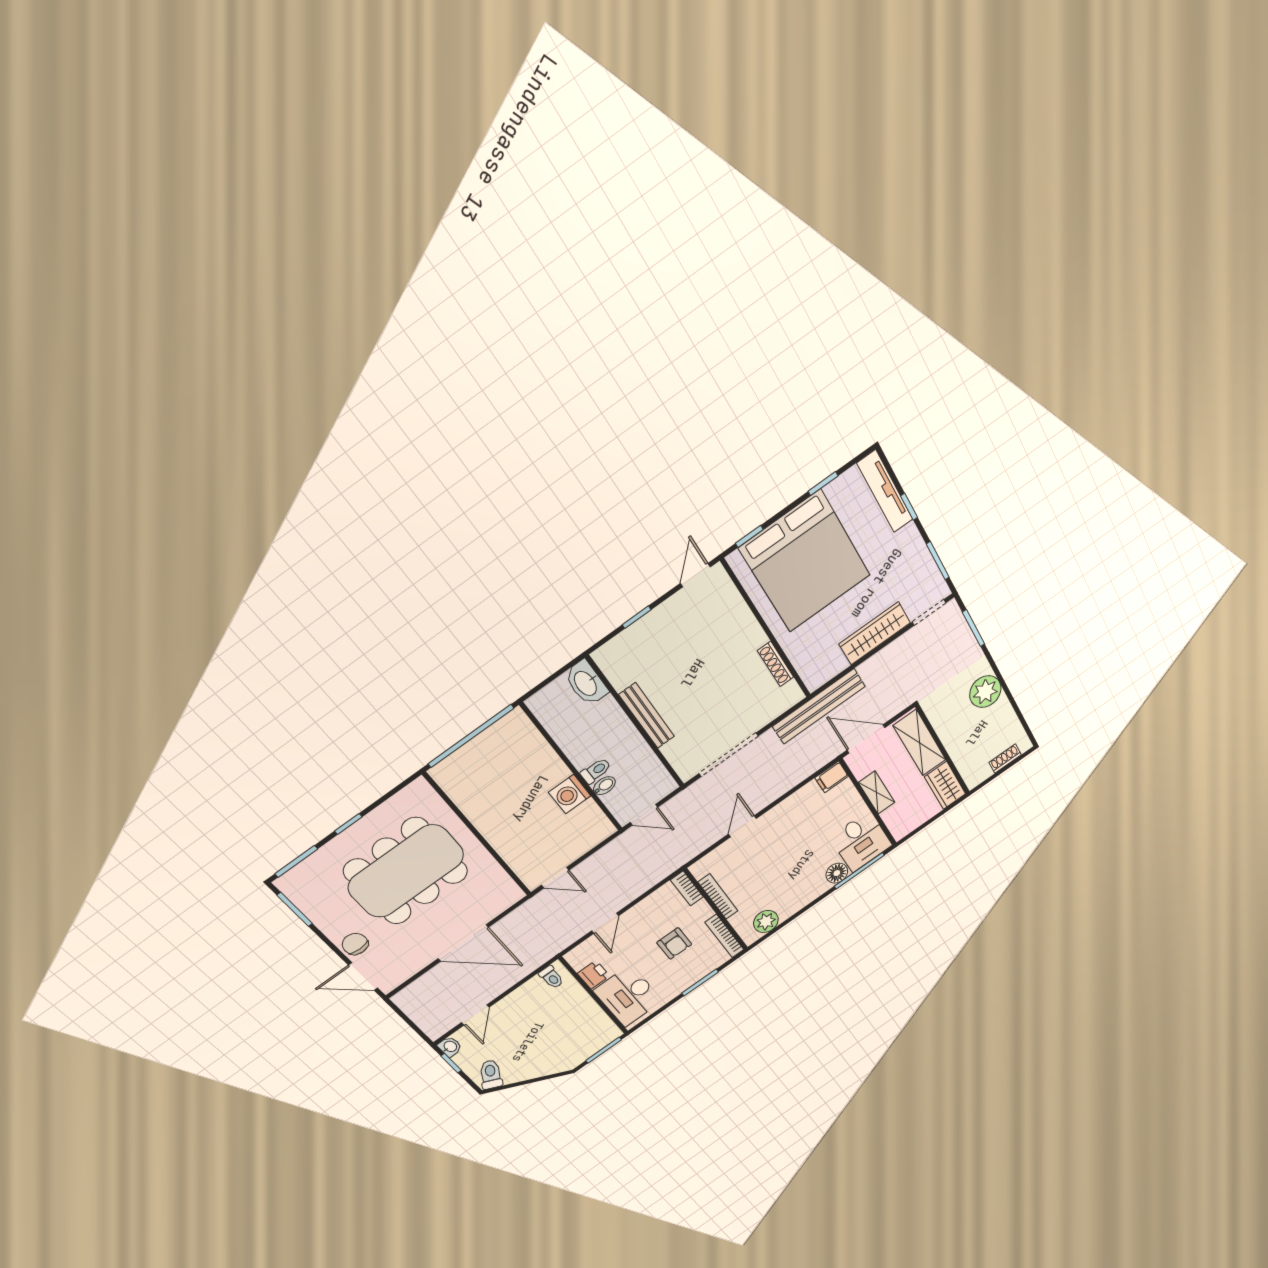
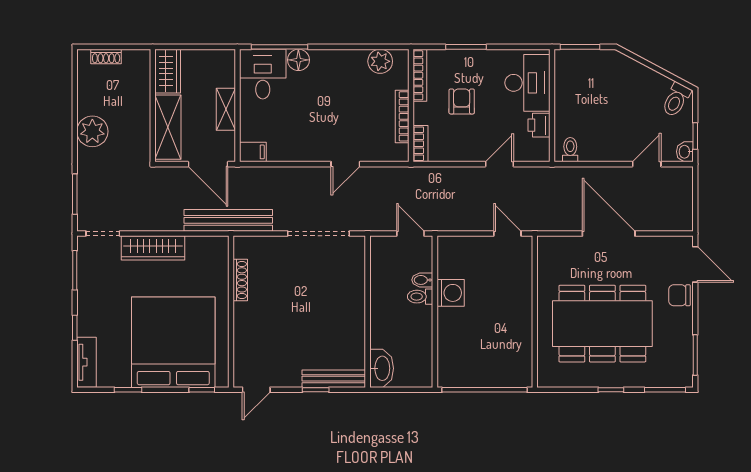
tv unit: (885, 491) -> (86, 362), width x0.71
bench: (647, 716) -> (334, 379), moved, turned 90
chair: (355, 944) -> (679, 295), turned 90

